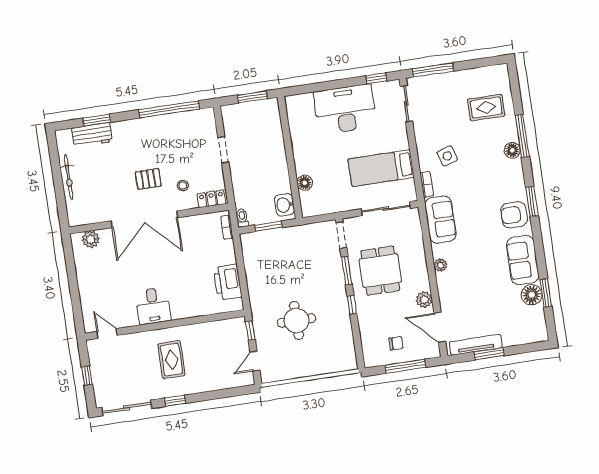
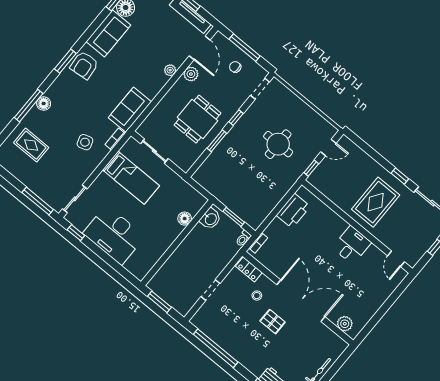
sliding door: (386, 209) -> (154, 151), width x0.73
armchair: (514, 215) -> (84, 65), turned 84
doorway: (341, 235) -> (260, 89), moved
plant: (440, 265) -> (170, 70), moved
rug: (171, 360) -> (376, 202), width x1.36, depth x1.43

